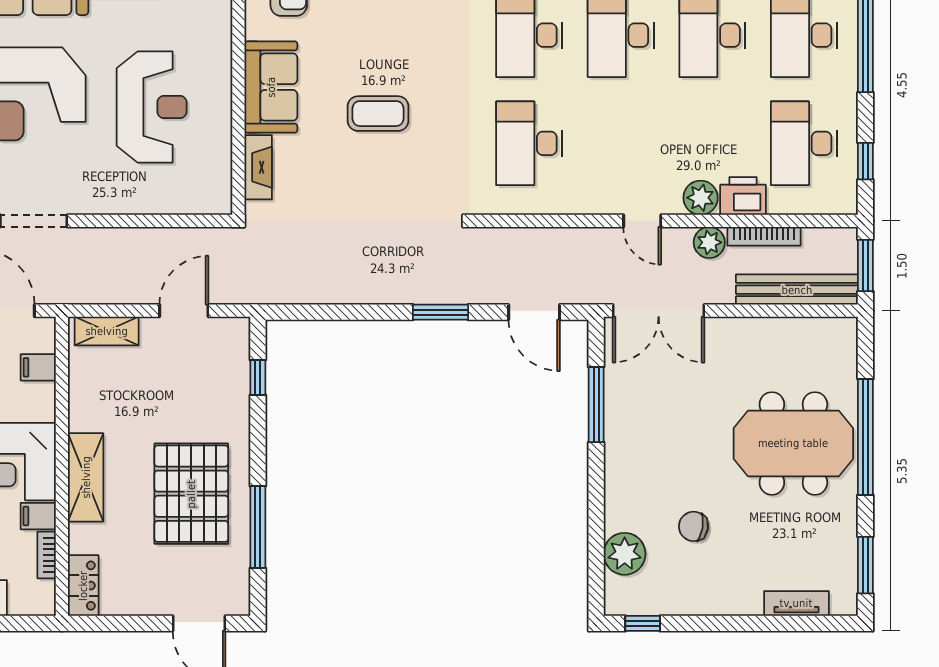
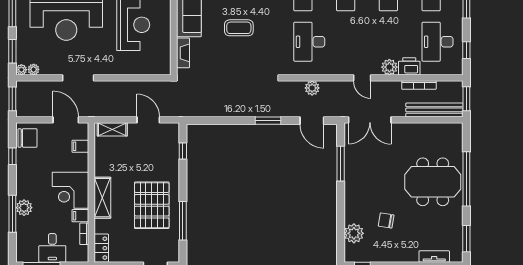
plant: (709, 242) -> (312, 88), moved
door: (184, 311) -> (148, 120), hinge flipped

